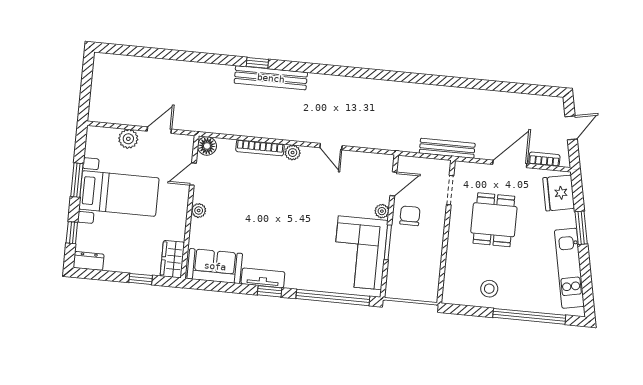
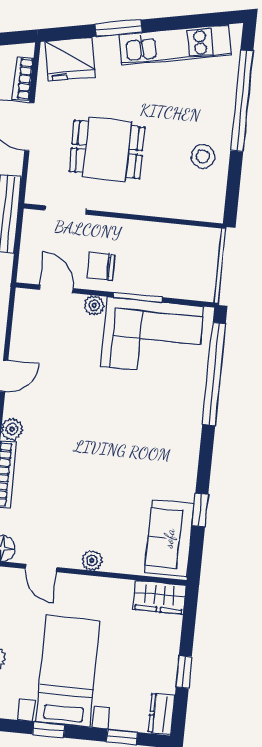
window: (77, 180) -> (49, 730), width x0.67
tv unit: (263, 278) -> (186, 471), removed
window: (141, 279) -> (184, 672), moved
window: (270, 291) -> (200, 510), moved

